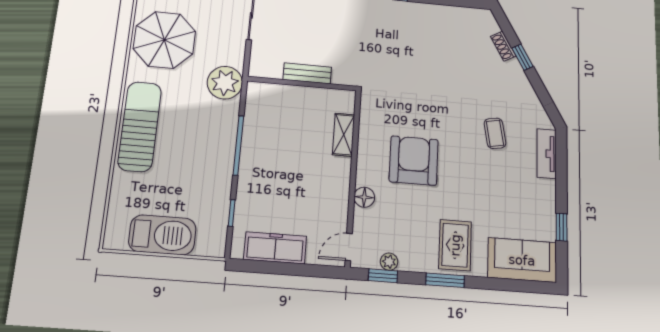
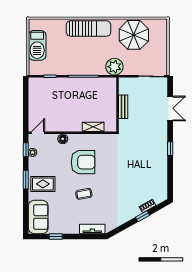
coffee table: (495, 133) -> (84, 194), moved
door: (349, 247) -> (38, 133), hinge flipped
freezer: (275, 248) -> (35, 98), removed

